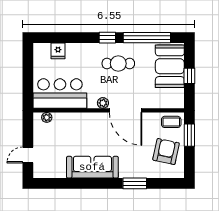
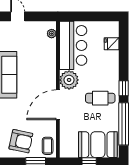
cafe table: (118, 64) -> (100, 98), turned 90
plant: (103, 103) -> (69, 80), width x1.88, depth x1.88

